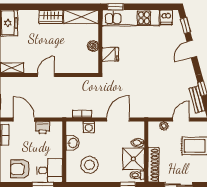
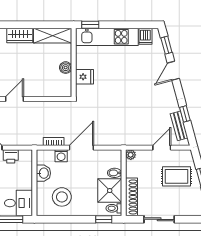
door: (118, 120) -> (81, 148), moved
plant: (164, 126) -> (131, 155), moved

